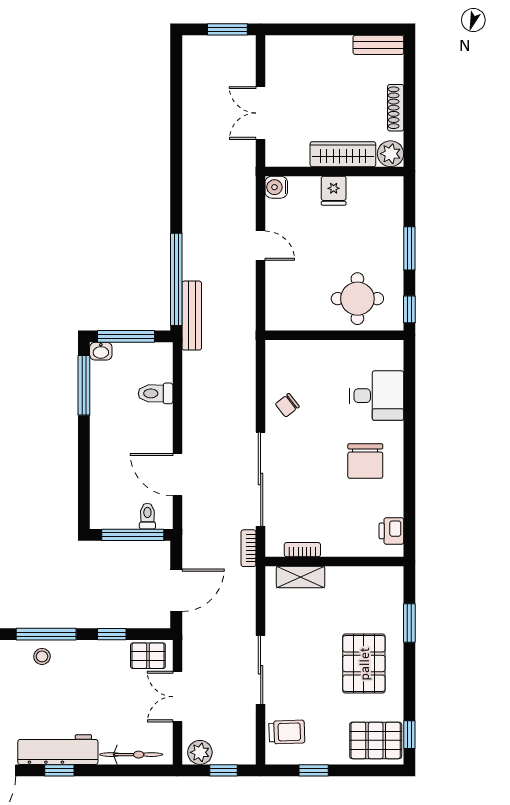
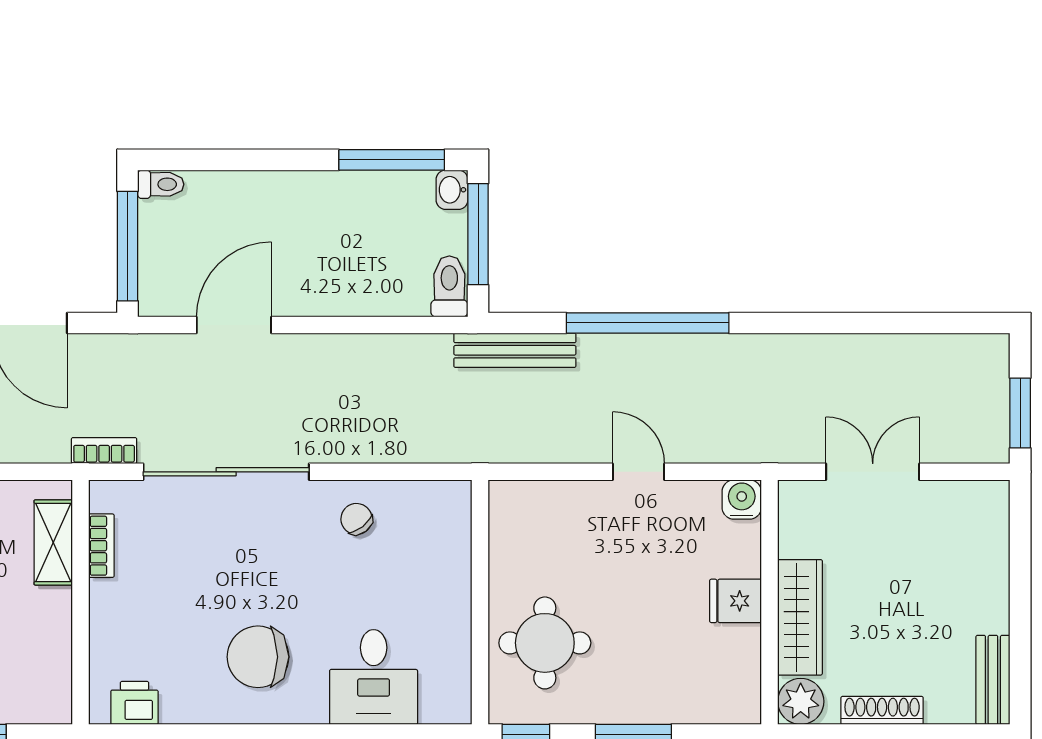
door: (261, 246) -> (639, 472), swing flipped
window: (176, 279) -> (648, 323), moved
toilet: (156, 393) -> (449, 286), moved
toilet: (147, 516) -> (161, 184), moved

